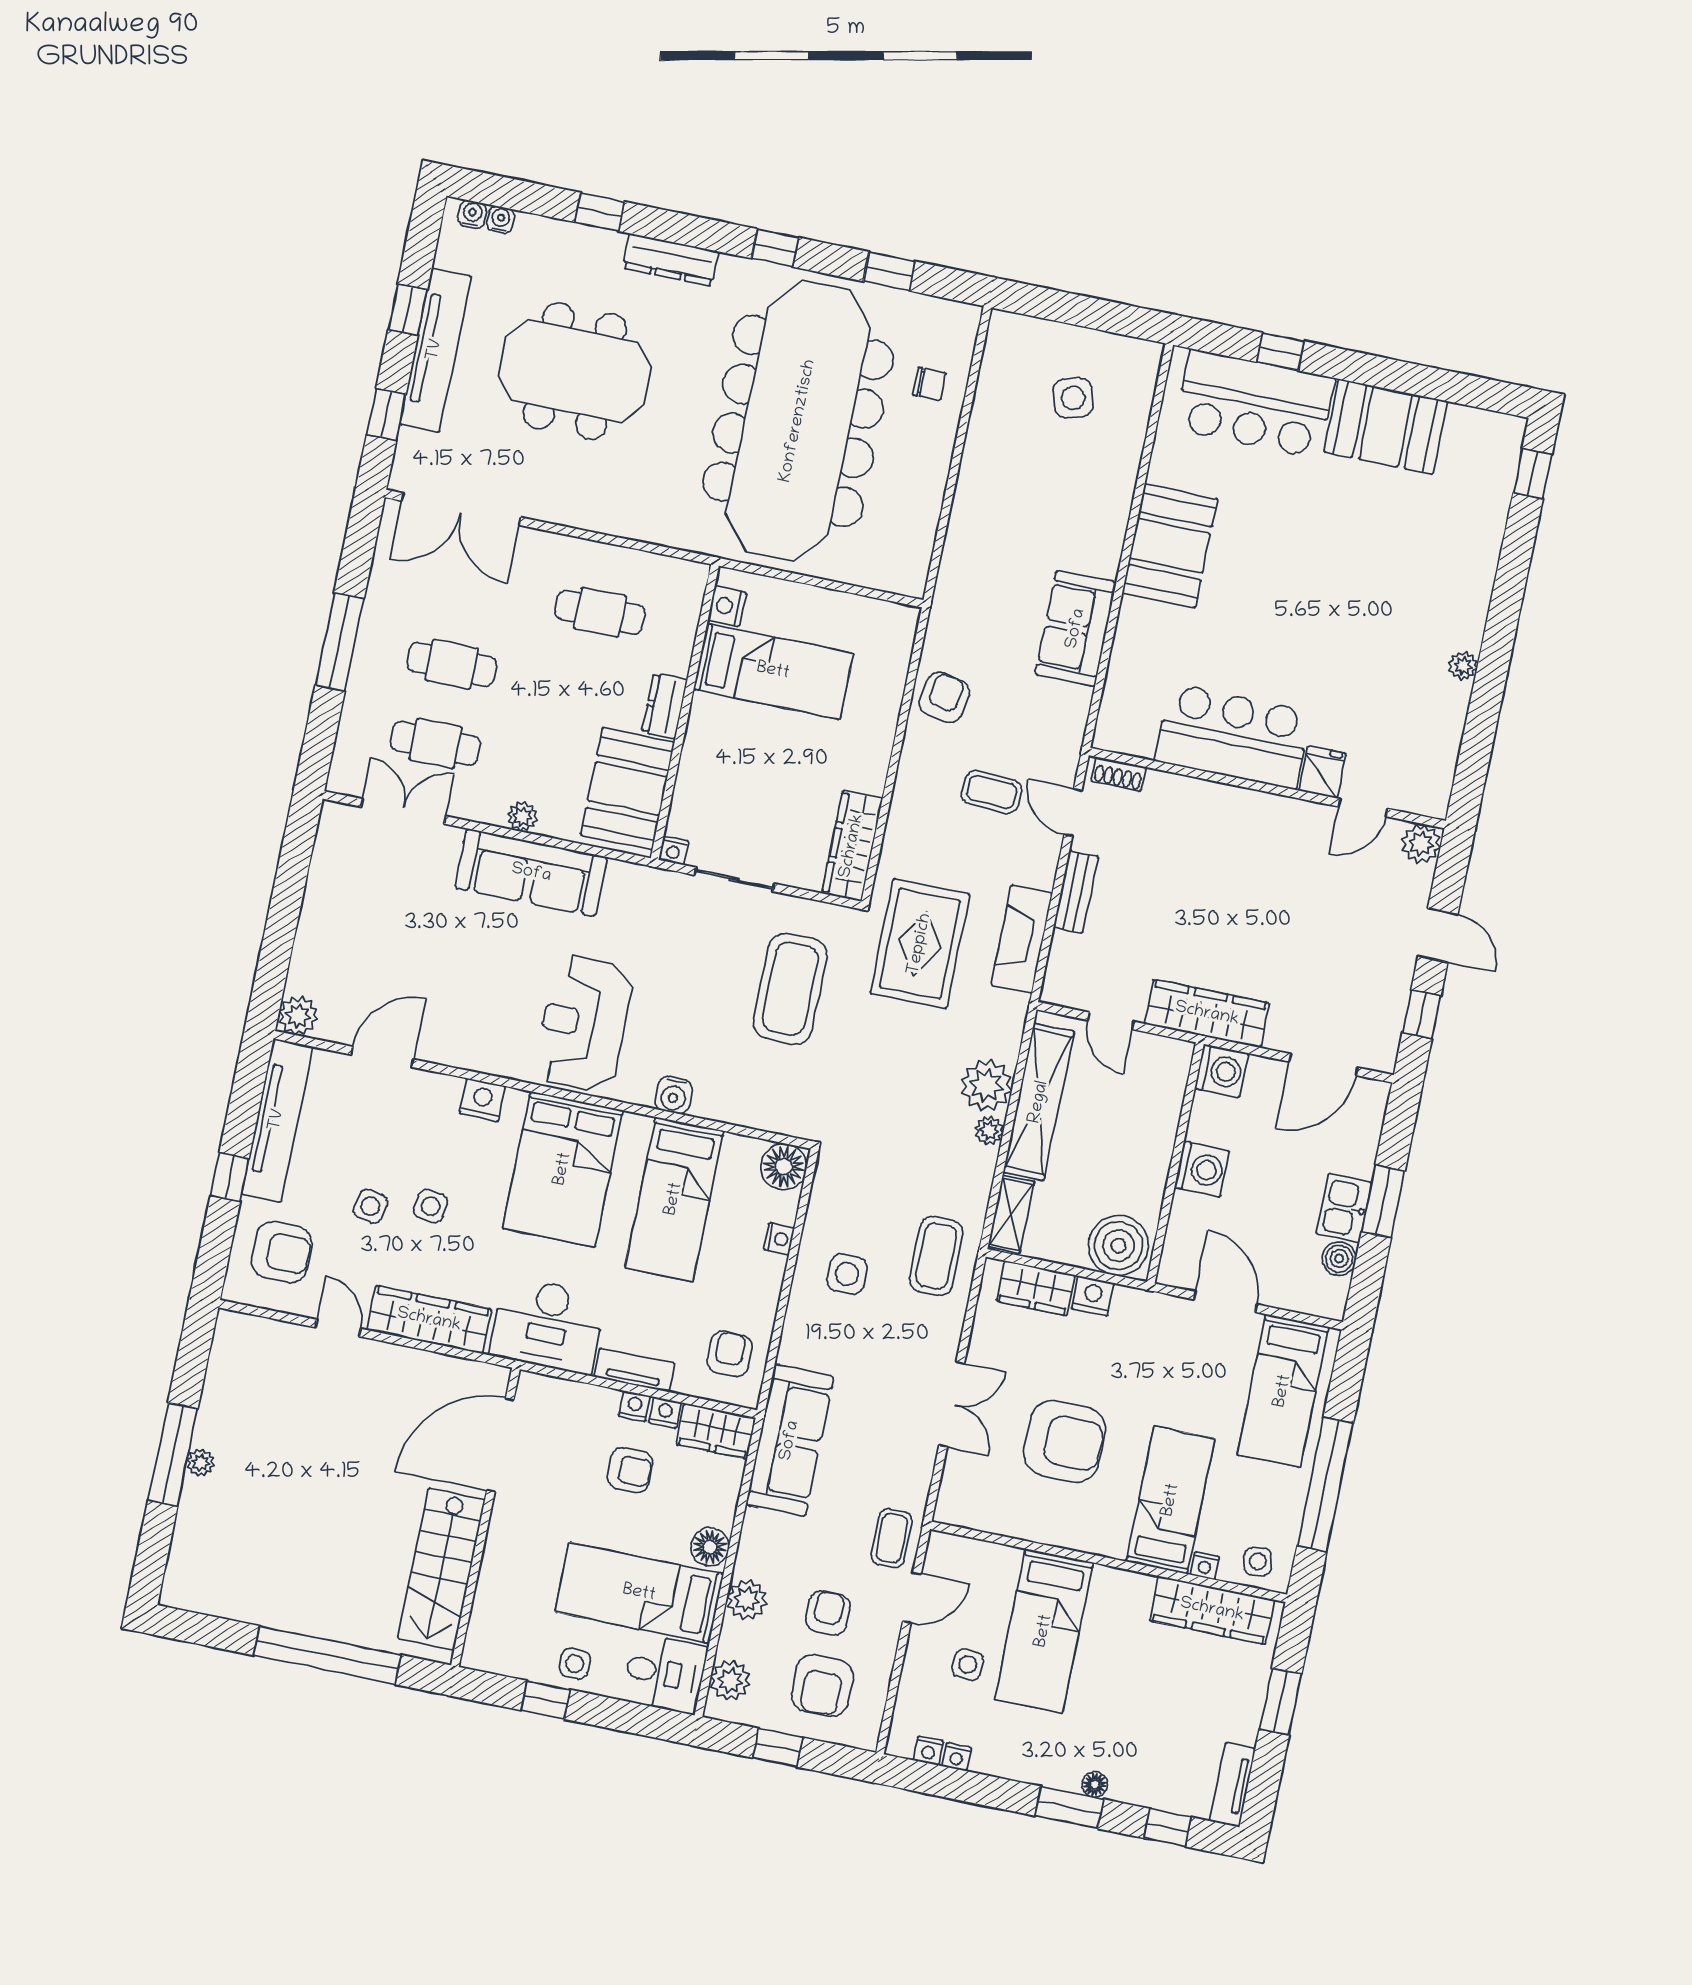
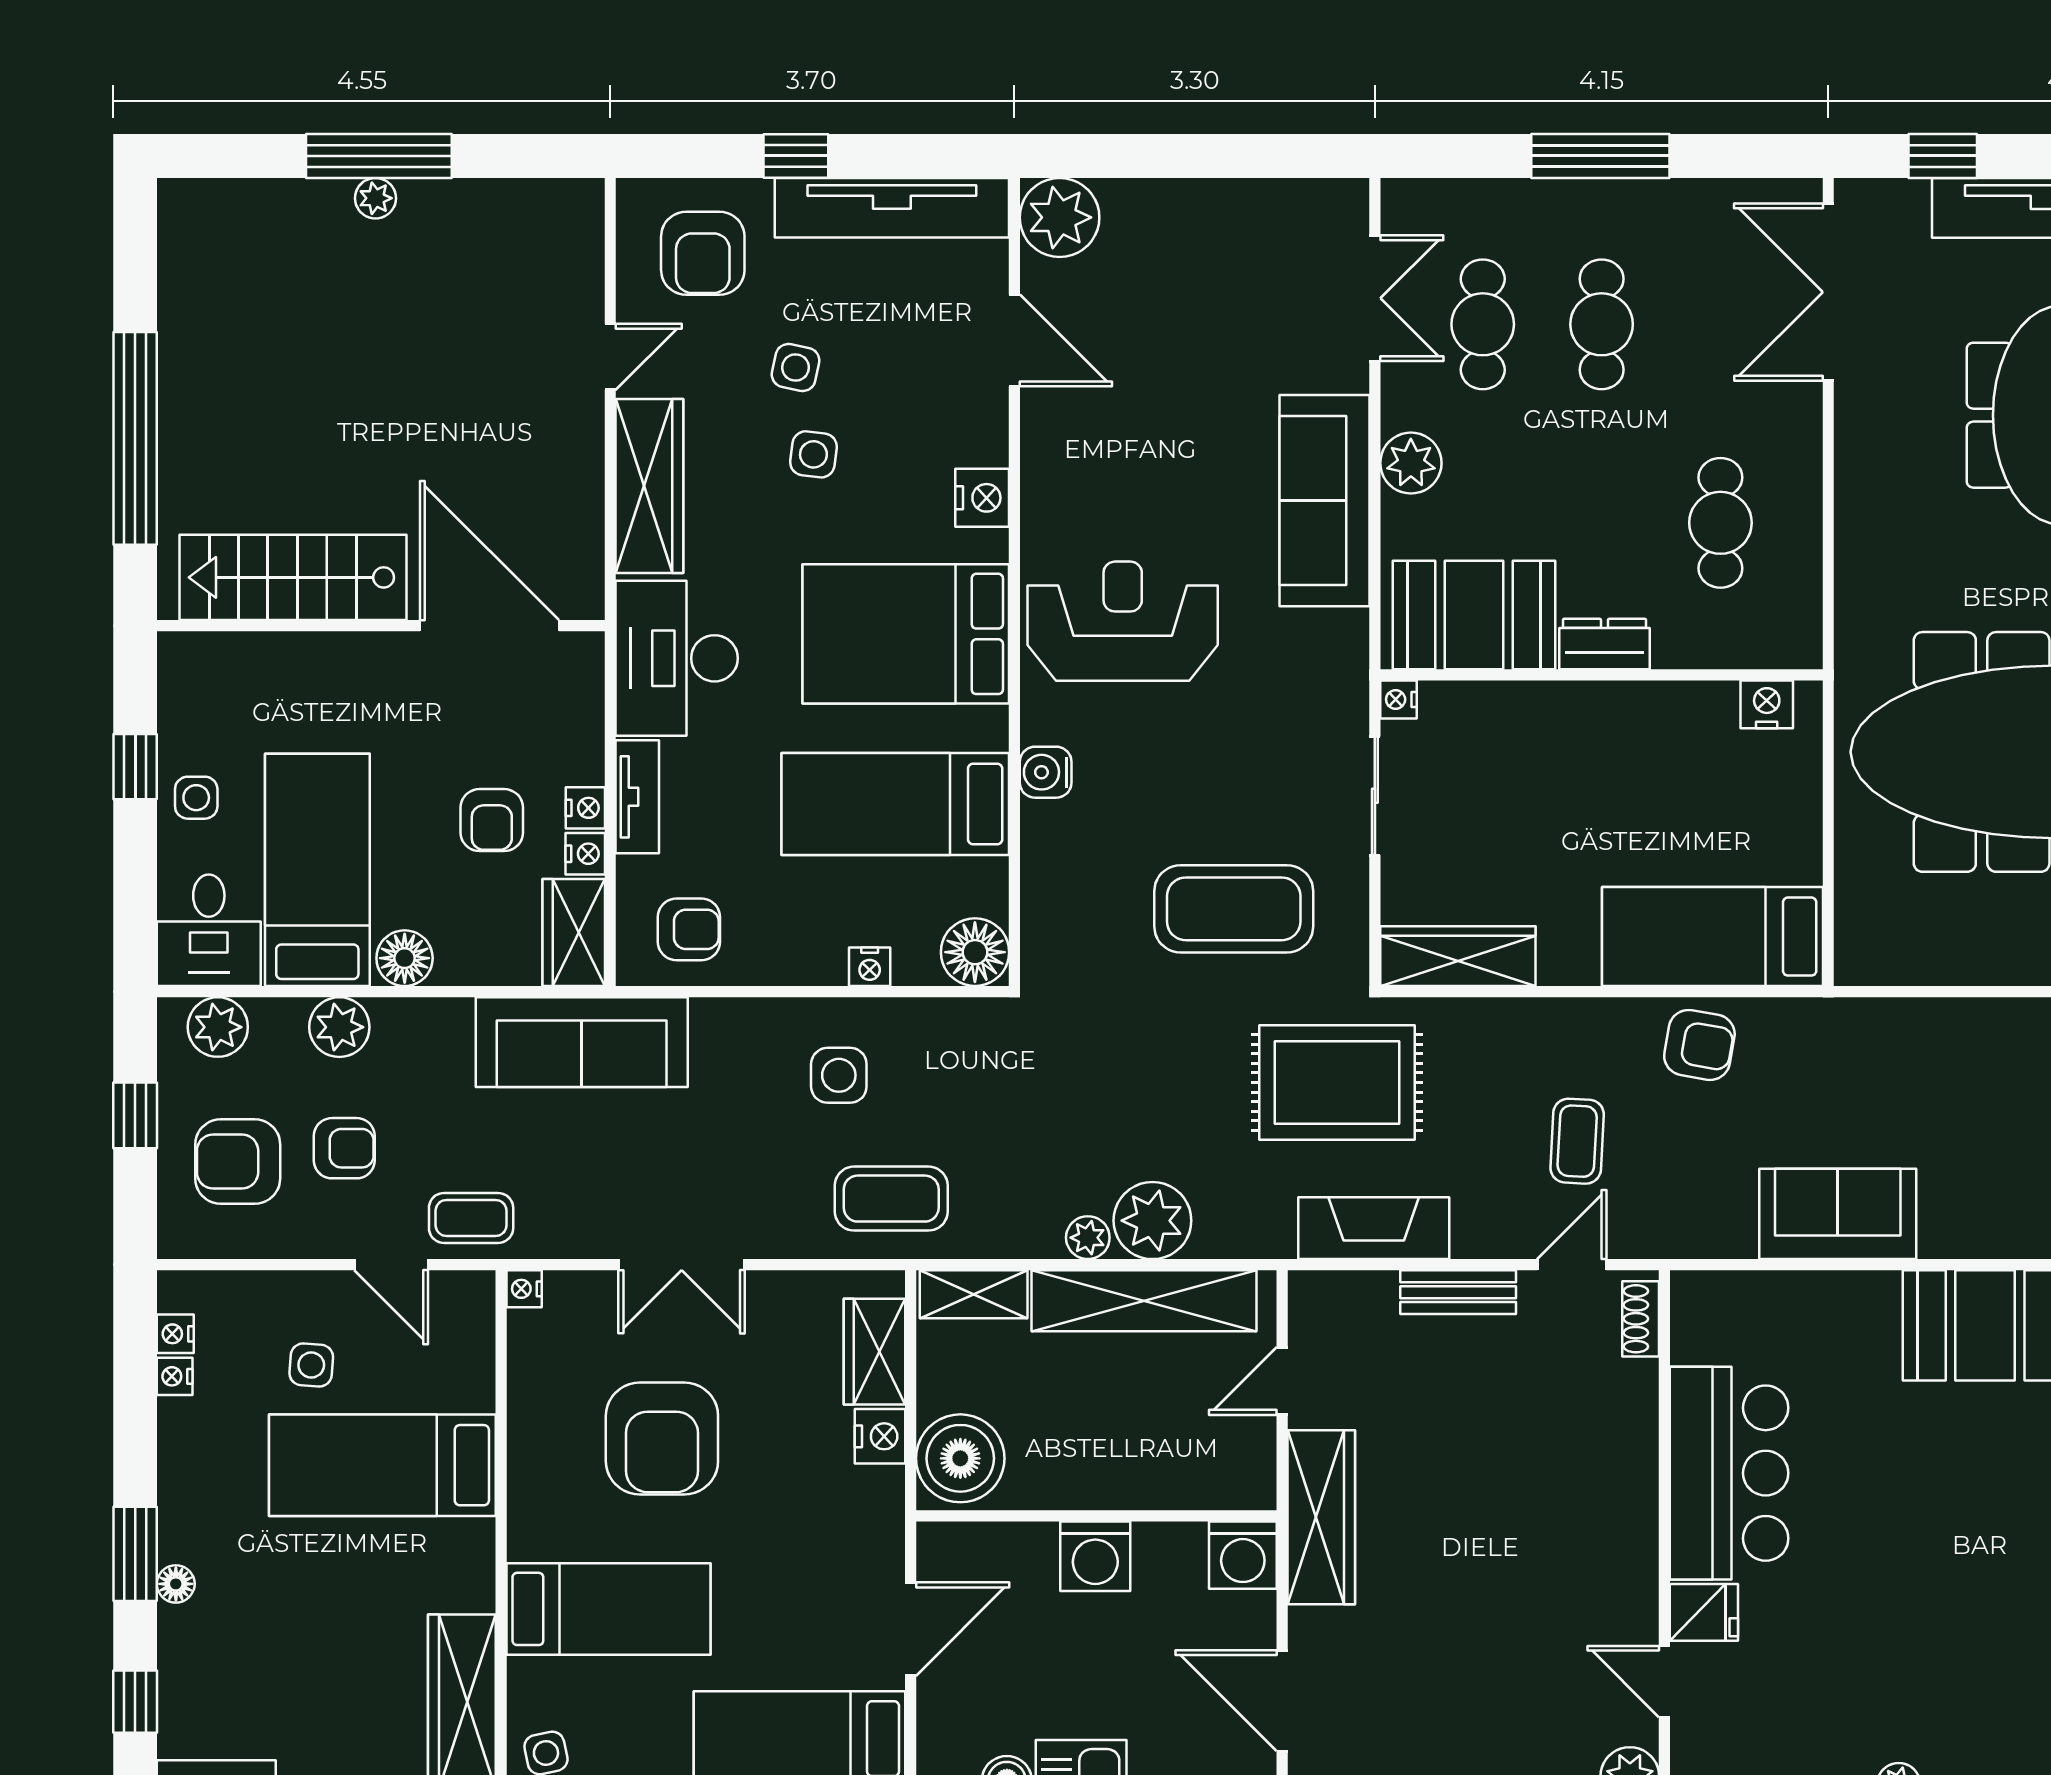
bed: (773, 671) -> (1713, 937), moved, turned 90
plant: (522, 817) -> (1411, 463), width x1.38, depth x1.38
plant: (298, 1016) -> (1060, 217), width x1.36, depth x1.36
nightstand: (1205, 1566) -> (524, 1289), moved

